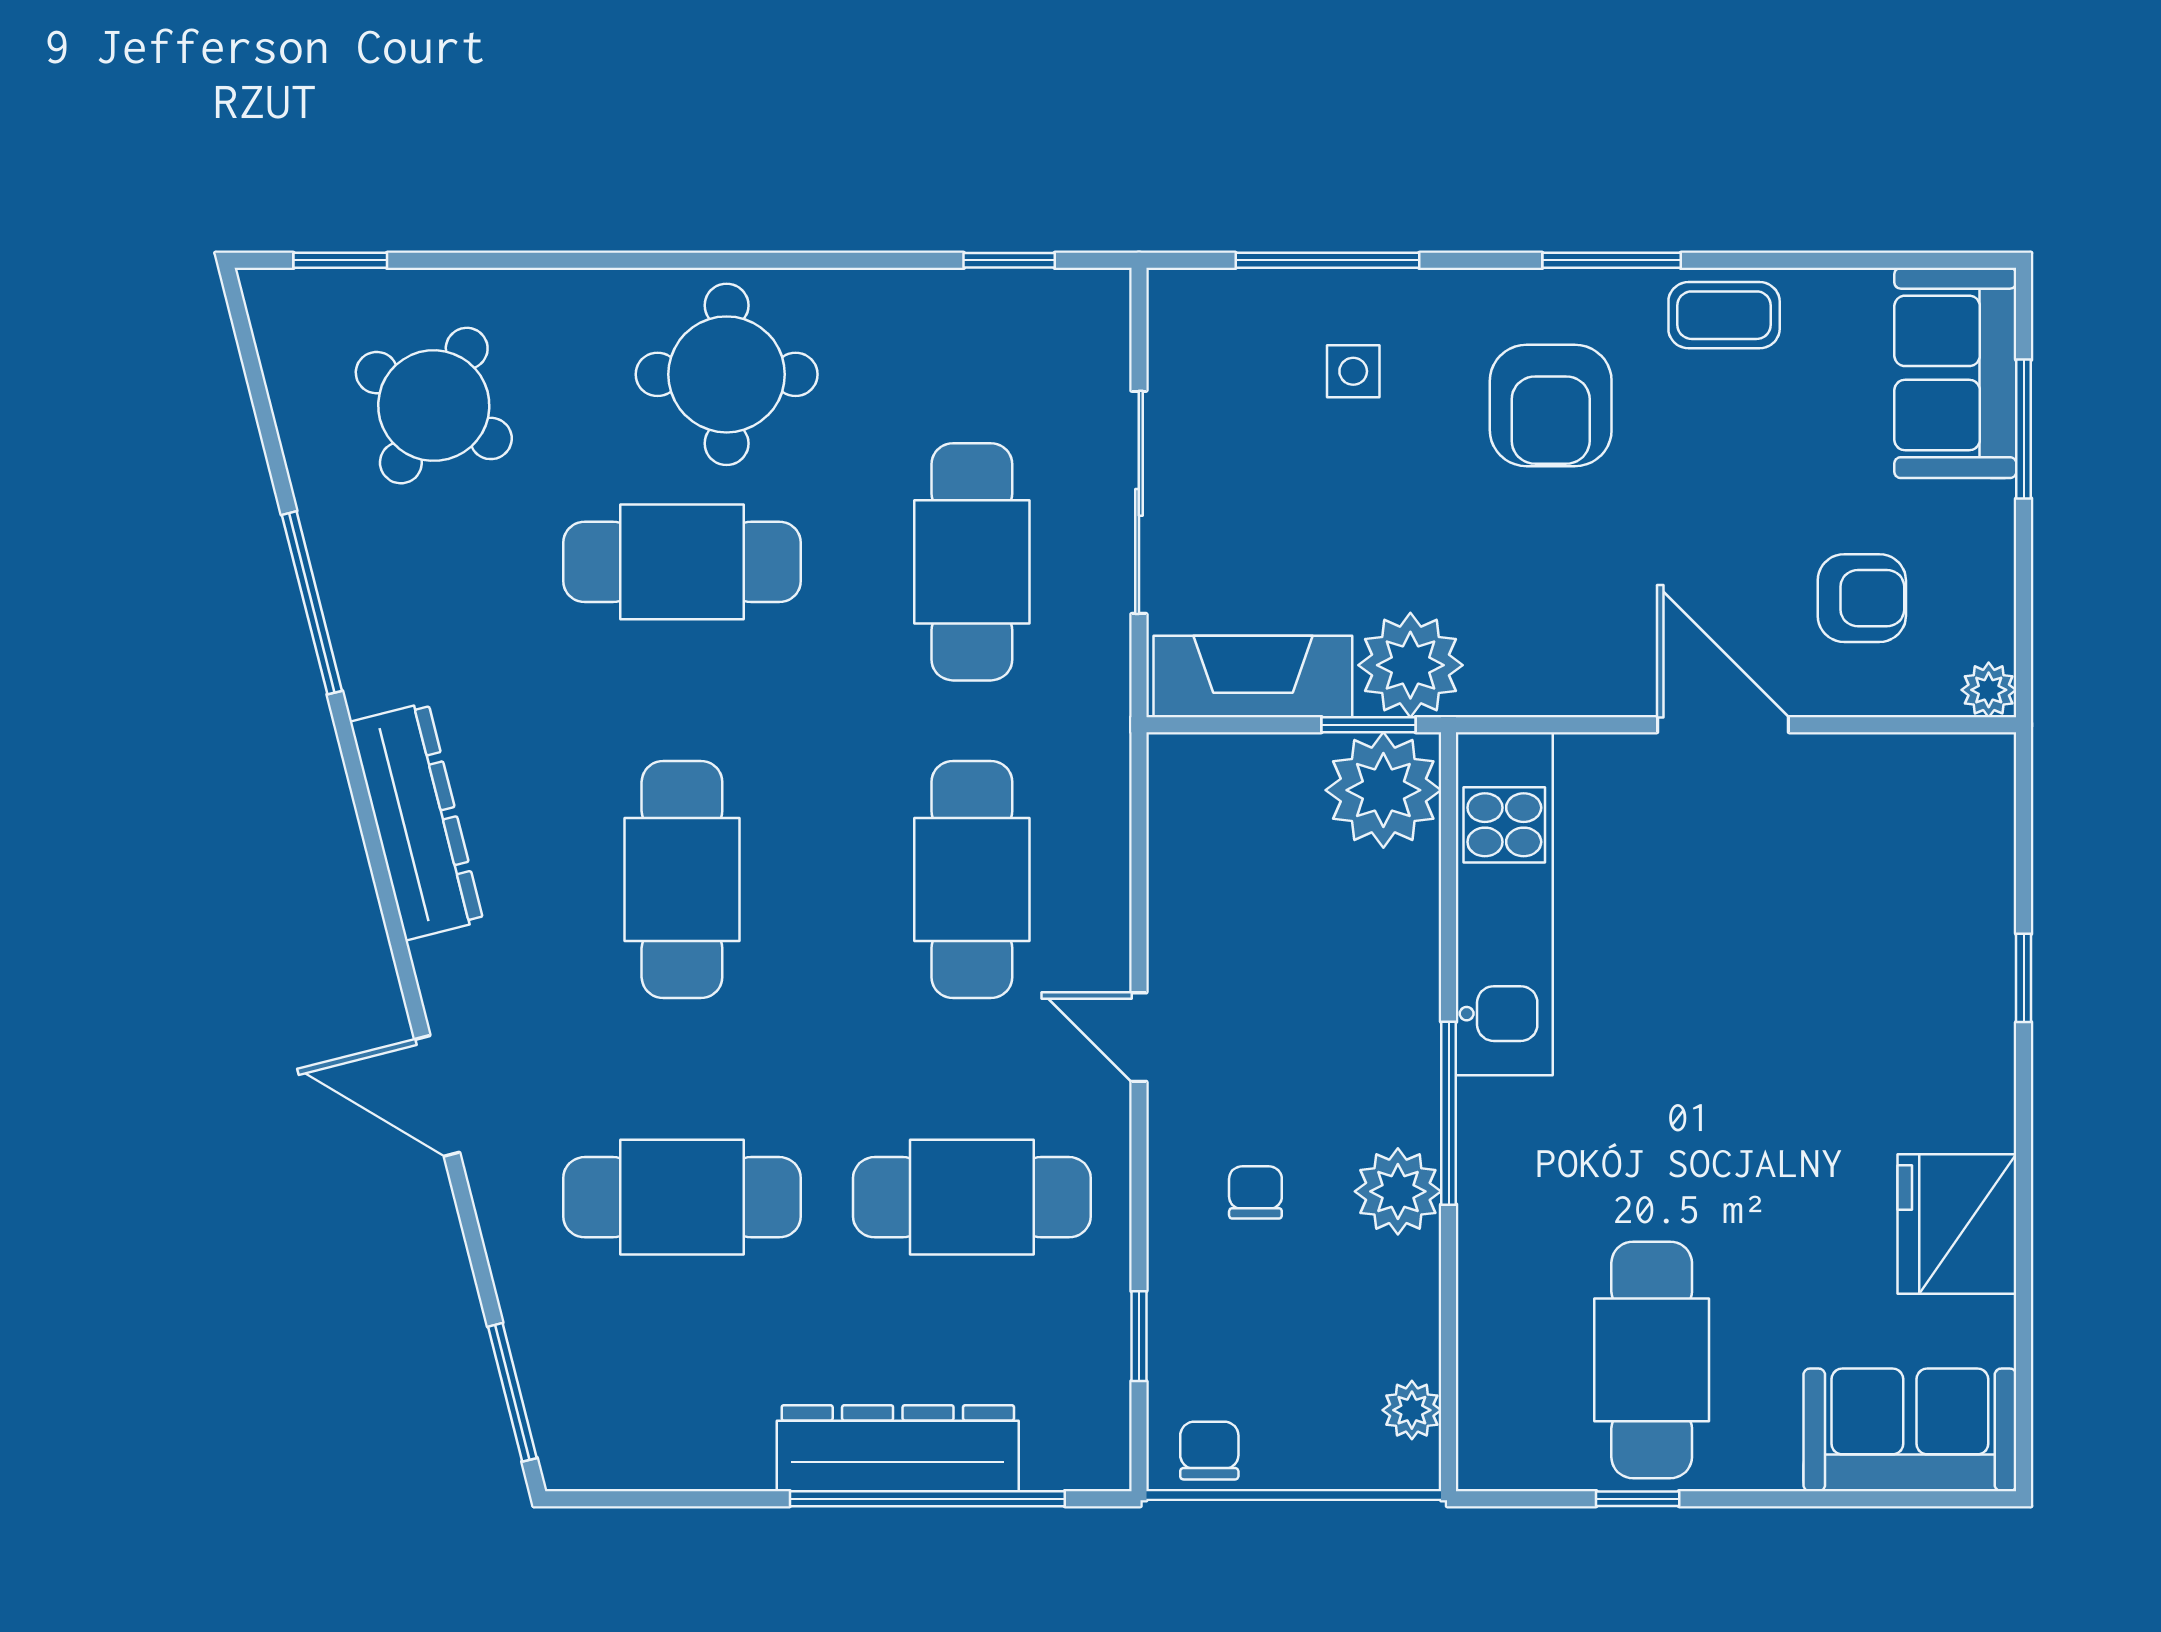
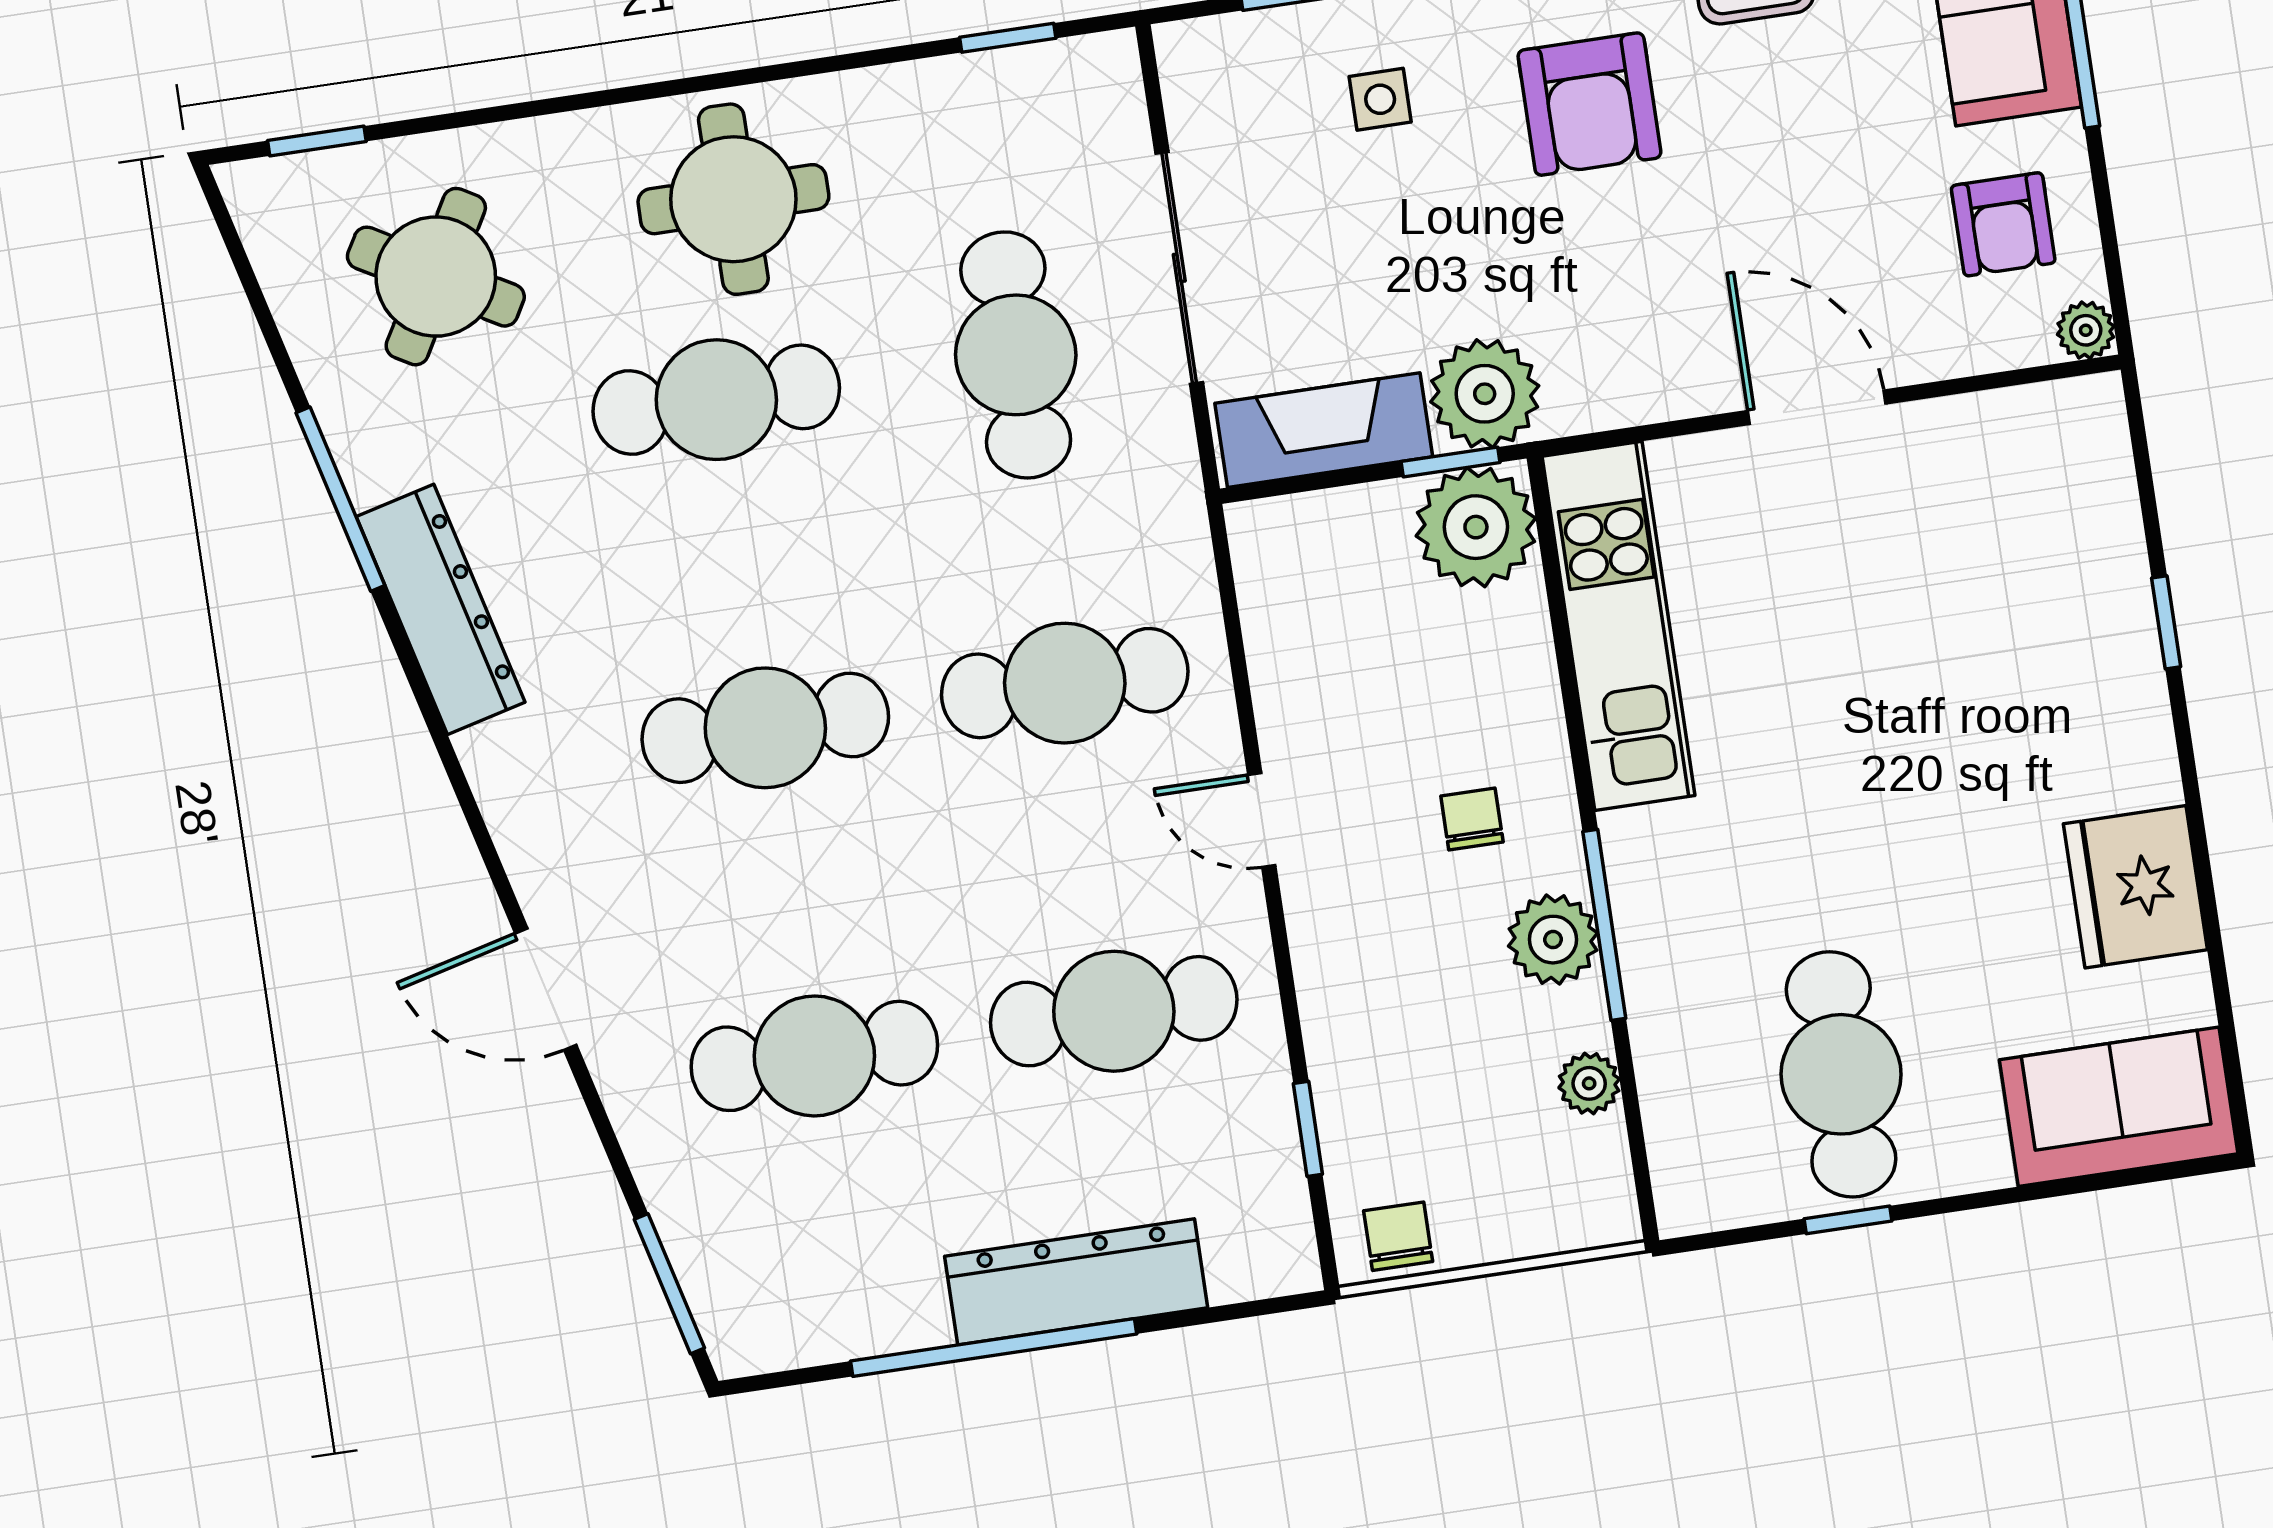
armchair: (1862, 598) -> (2003, 224), moved, turned 90
dresser: (417, 821) -> (441, 609), moved
cafe table: (682, 880) -> (765, 728), turned 90
cafe table: (972, 880) -> (1065, 683), turned 90
window: (1449, 1113) -> (1604, 925), moved
chair: (1255, 1192) -> (1472, 819), moved
plant: (1412, 1410) -> (1589, 1083), moved
window: (927, 1499) -> (994, 1348), moved

